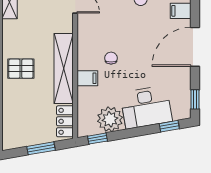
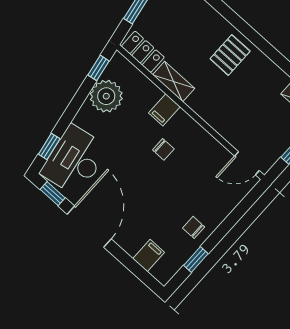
door: (195, 47) -> (89, 227), moved
shelving: (64, 68) -> (174, 82), width x0.45, depth x0.75
desk: (146, 107) -> (75, 160), moved

